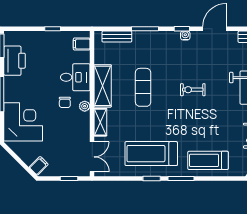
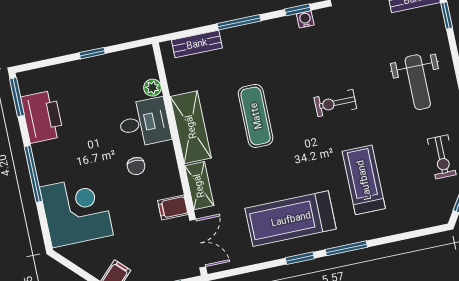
filing cabinet: (82, 44) -> (173, 208), moved
plant: (85, 106) -> (152, 88), moved
treadmill: (208, 160) -> (364, 180), moved, turned 90

